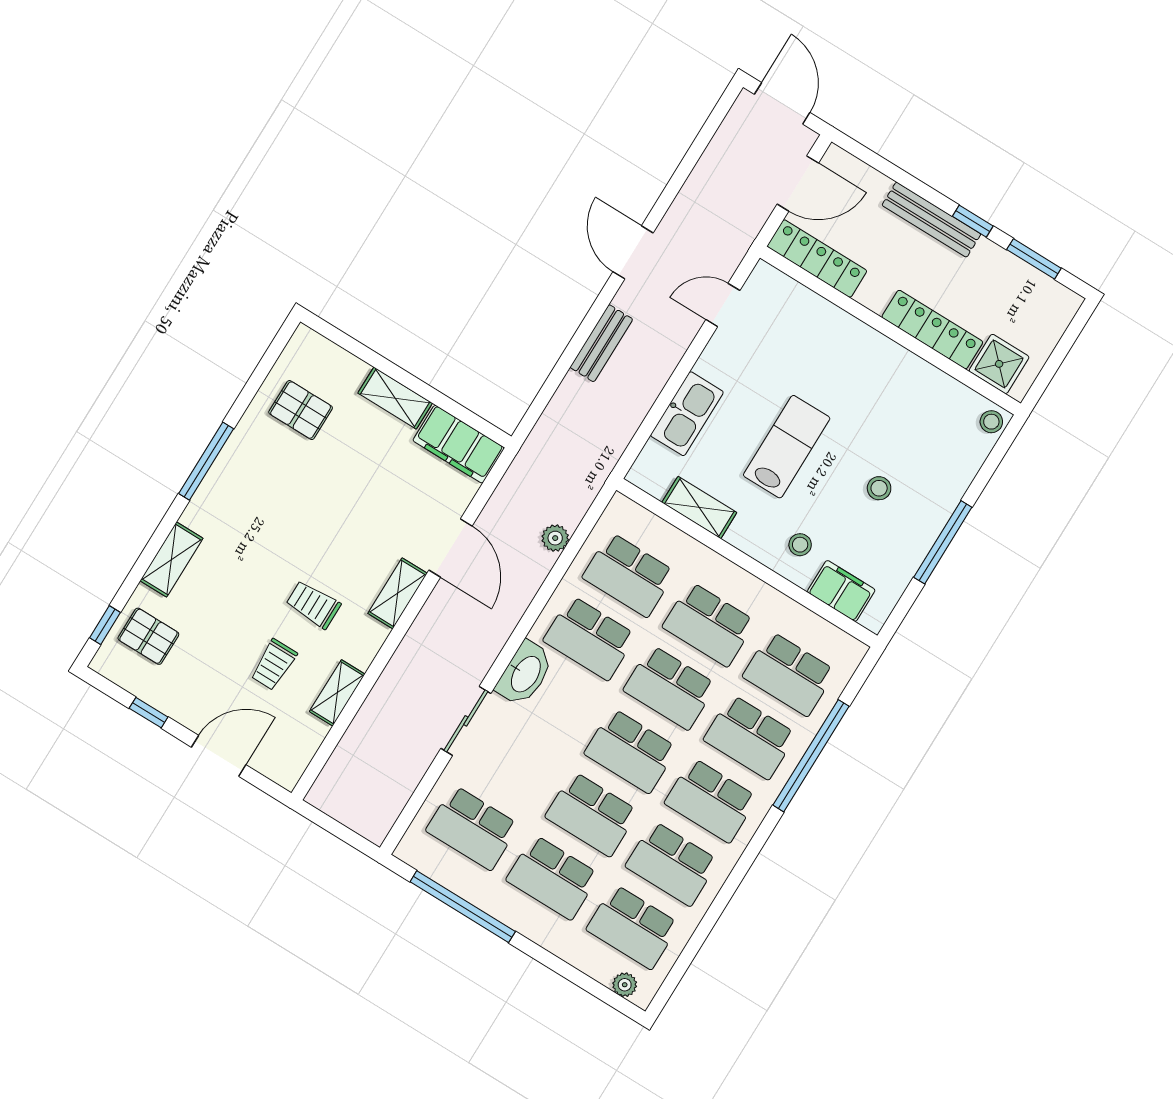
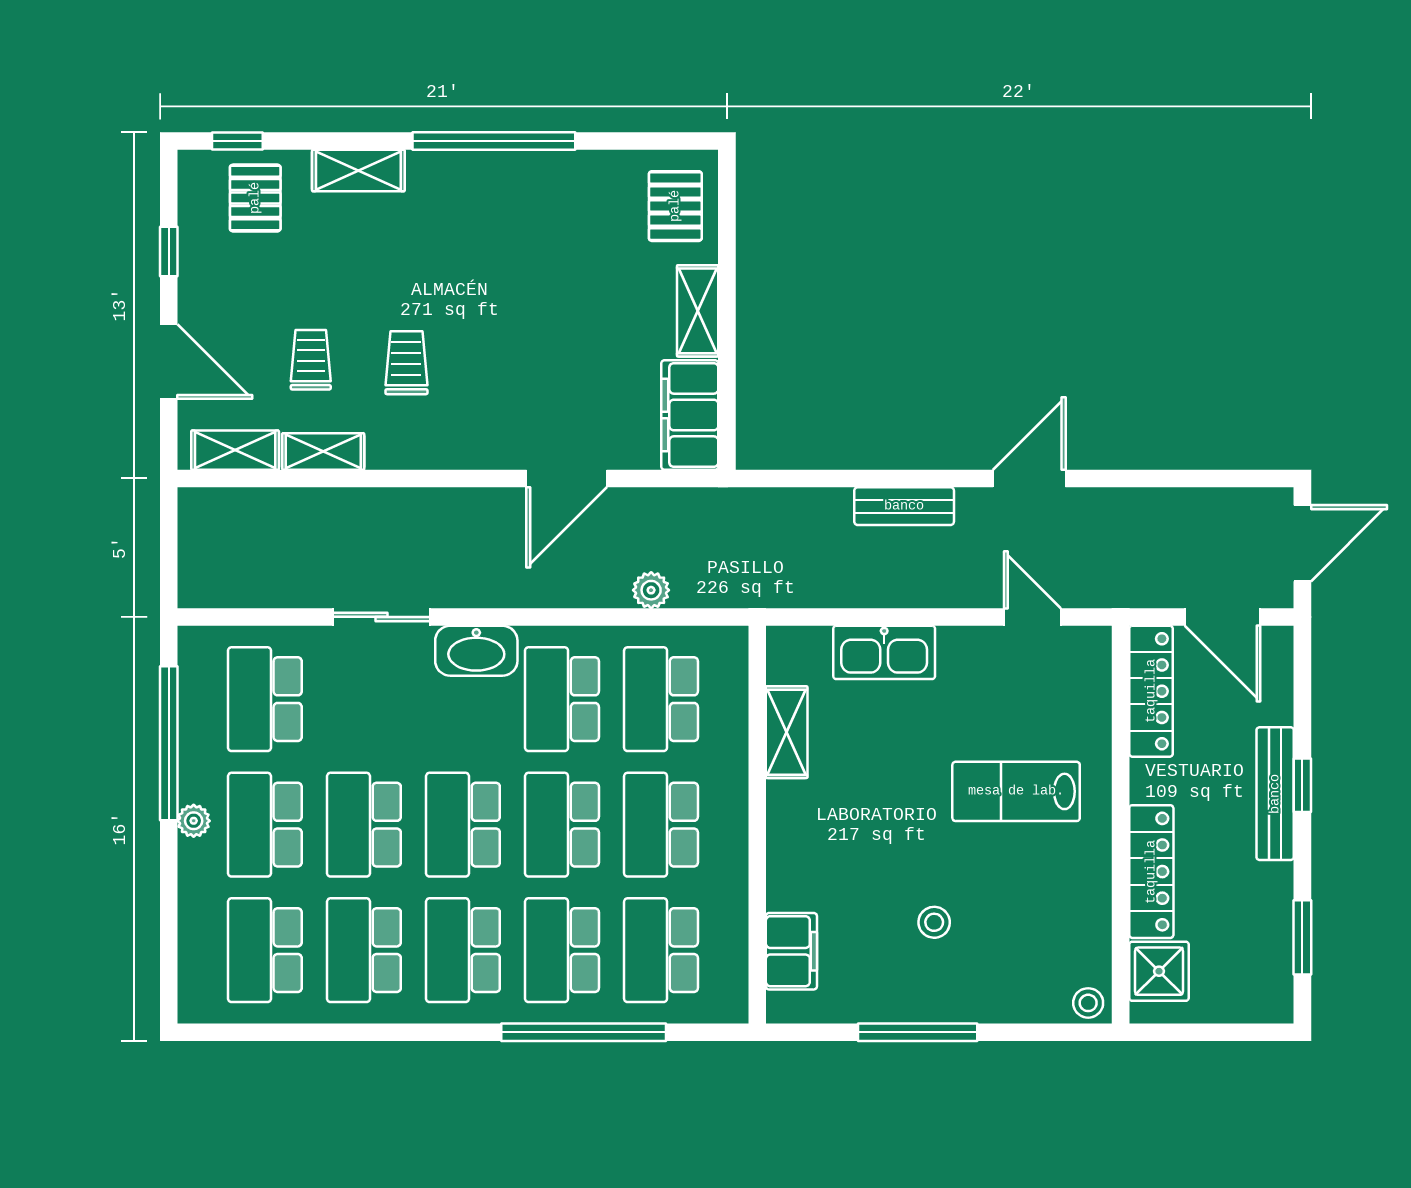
window: (973, 221) -> (1302, 785), moved
pallet: (301, 410) -> (675, 206), moved
lab bench: (787, 447) -> (1016, 791), moved, turned 180
window: (206, 461) -> (494, 141), width x1.46
stool: (800, 545) -> (815, 872), removed
shelving: (397, 593) -> (235, 450), moved
trolley: (274, 665) -> (311, 360), turned 90
plant: (625, 985) -> (194, 821), moved

